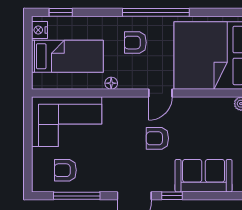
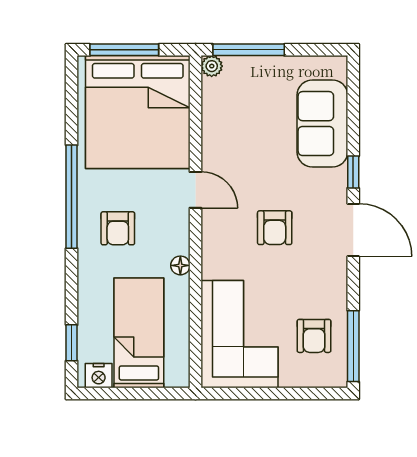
armchair: (157, 138) -> (275, 228), moved
window: (77, 196) -> (353, 346), moved

